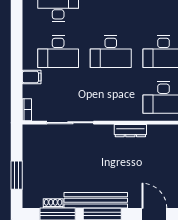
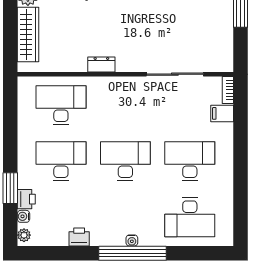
filing cabinet: (32, 77) -> (222, 113), moved
dresser: (130, 131) -> (101, 64), width x0.70

